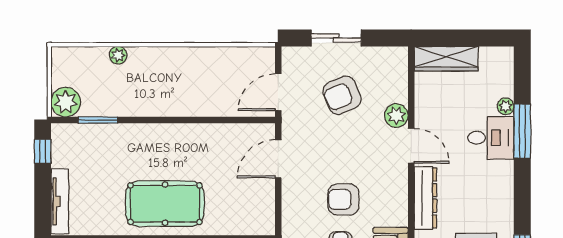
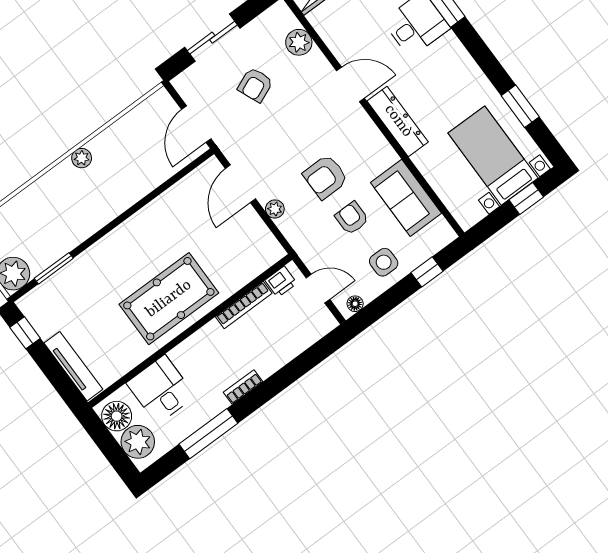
plant: (118, 55) -> (82, 158), moved
armchair: (342, 95) -> (255, 85), width x0.72, depth x0.72
plant: (396, 116) -> (299, 42), moved
plant: (290, 195) -> (275, 209), added

